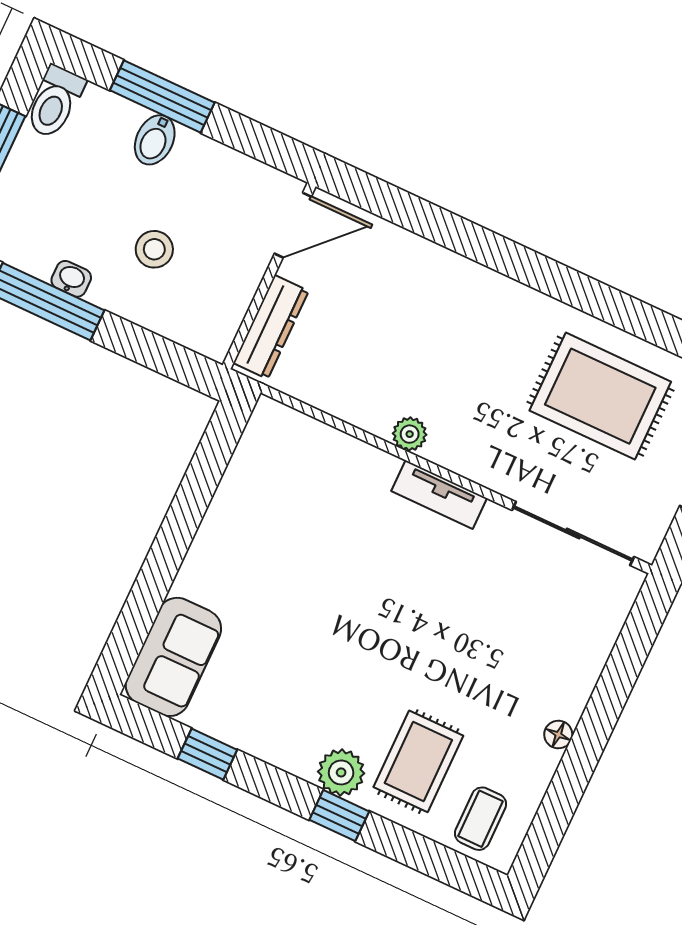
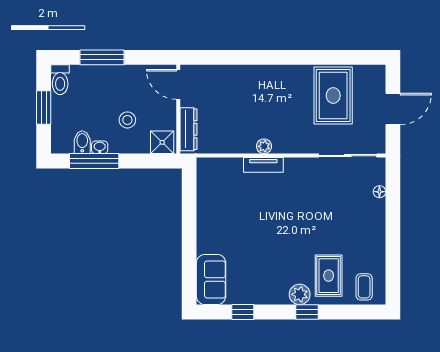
bidet: (155, 140) -> (82, 142), moved, turned 180
door: (293, 225) -> (178, 84), swing flipped
shower: (204, 328) -> (162, 142), added
rug: (600, 396) -> (333, 96), turned 90
tv unit: (439, 495) -> (263, 165), moved
floor lamp: (558, 735) -> (379, 192), moved

